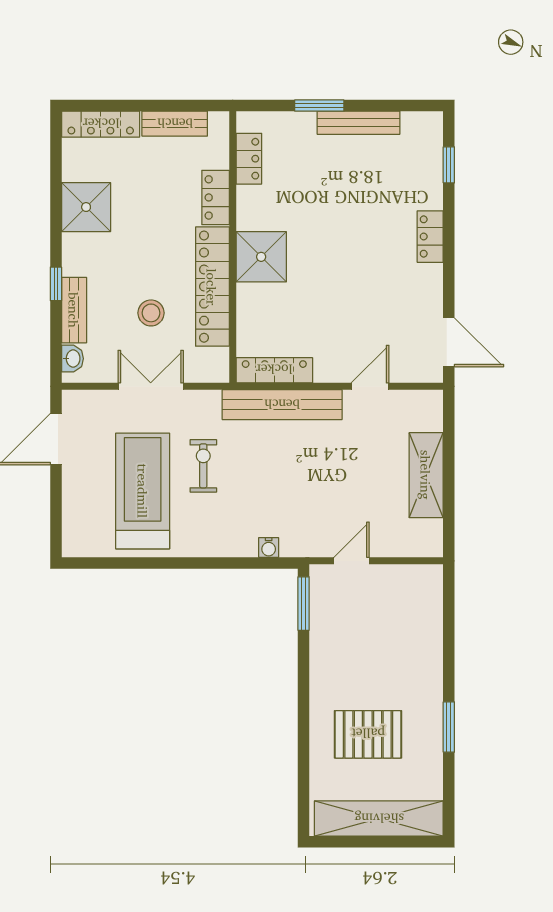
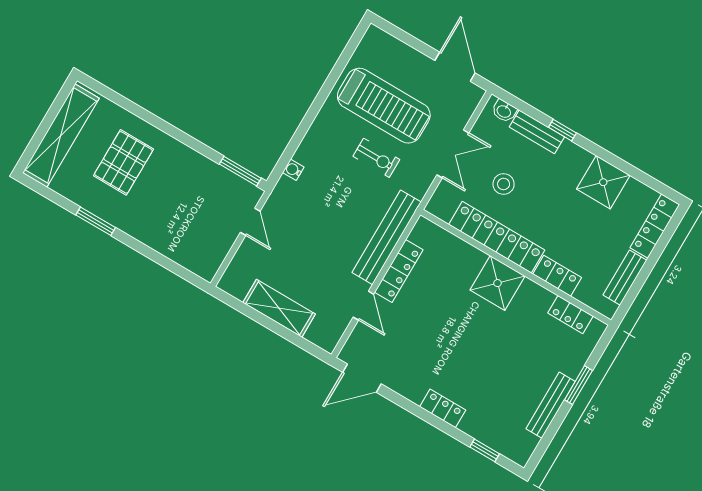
locker: (274, 370) -> (399, 271), moved

